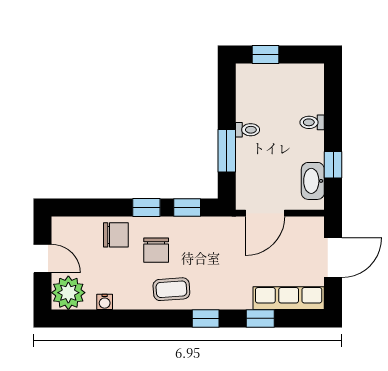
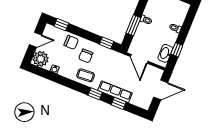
window: (146, 208) -> (61, 25), moved
door: (265, 213) -> (139, 59), hinge flipped
door: (43, 259) -> (35, 40), hinge flipped
row of seats: (289, 298) -> (115, 92), moved

